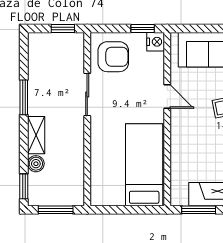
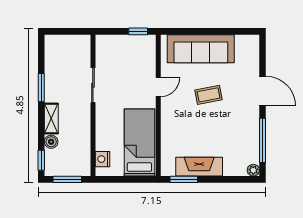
window: (63, 28) -> (73, 31), removed
nightstand: (156, 42) -> (102, 159), moved, turned 180
armchair: (113, 57) -> (114, 54), removed
door: (167, 96) -> (158, 87), hinge flipped

